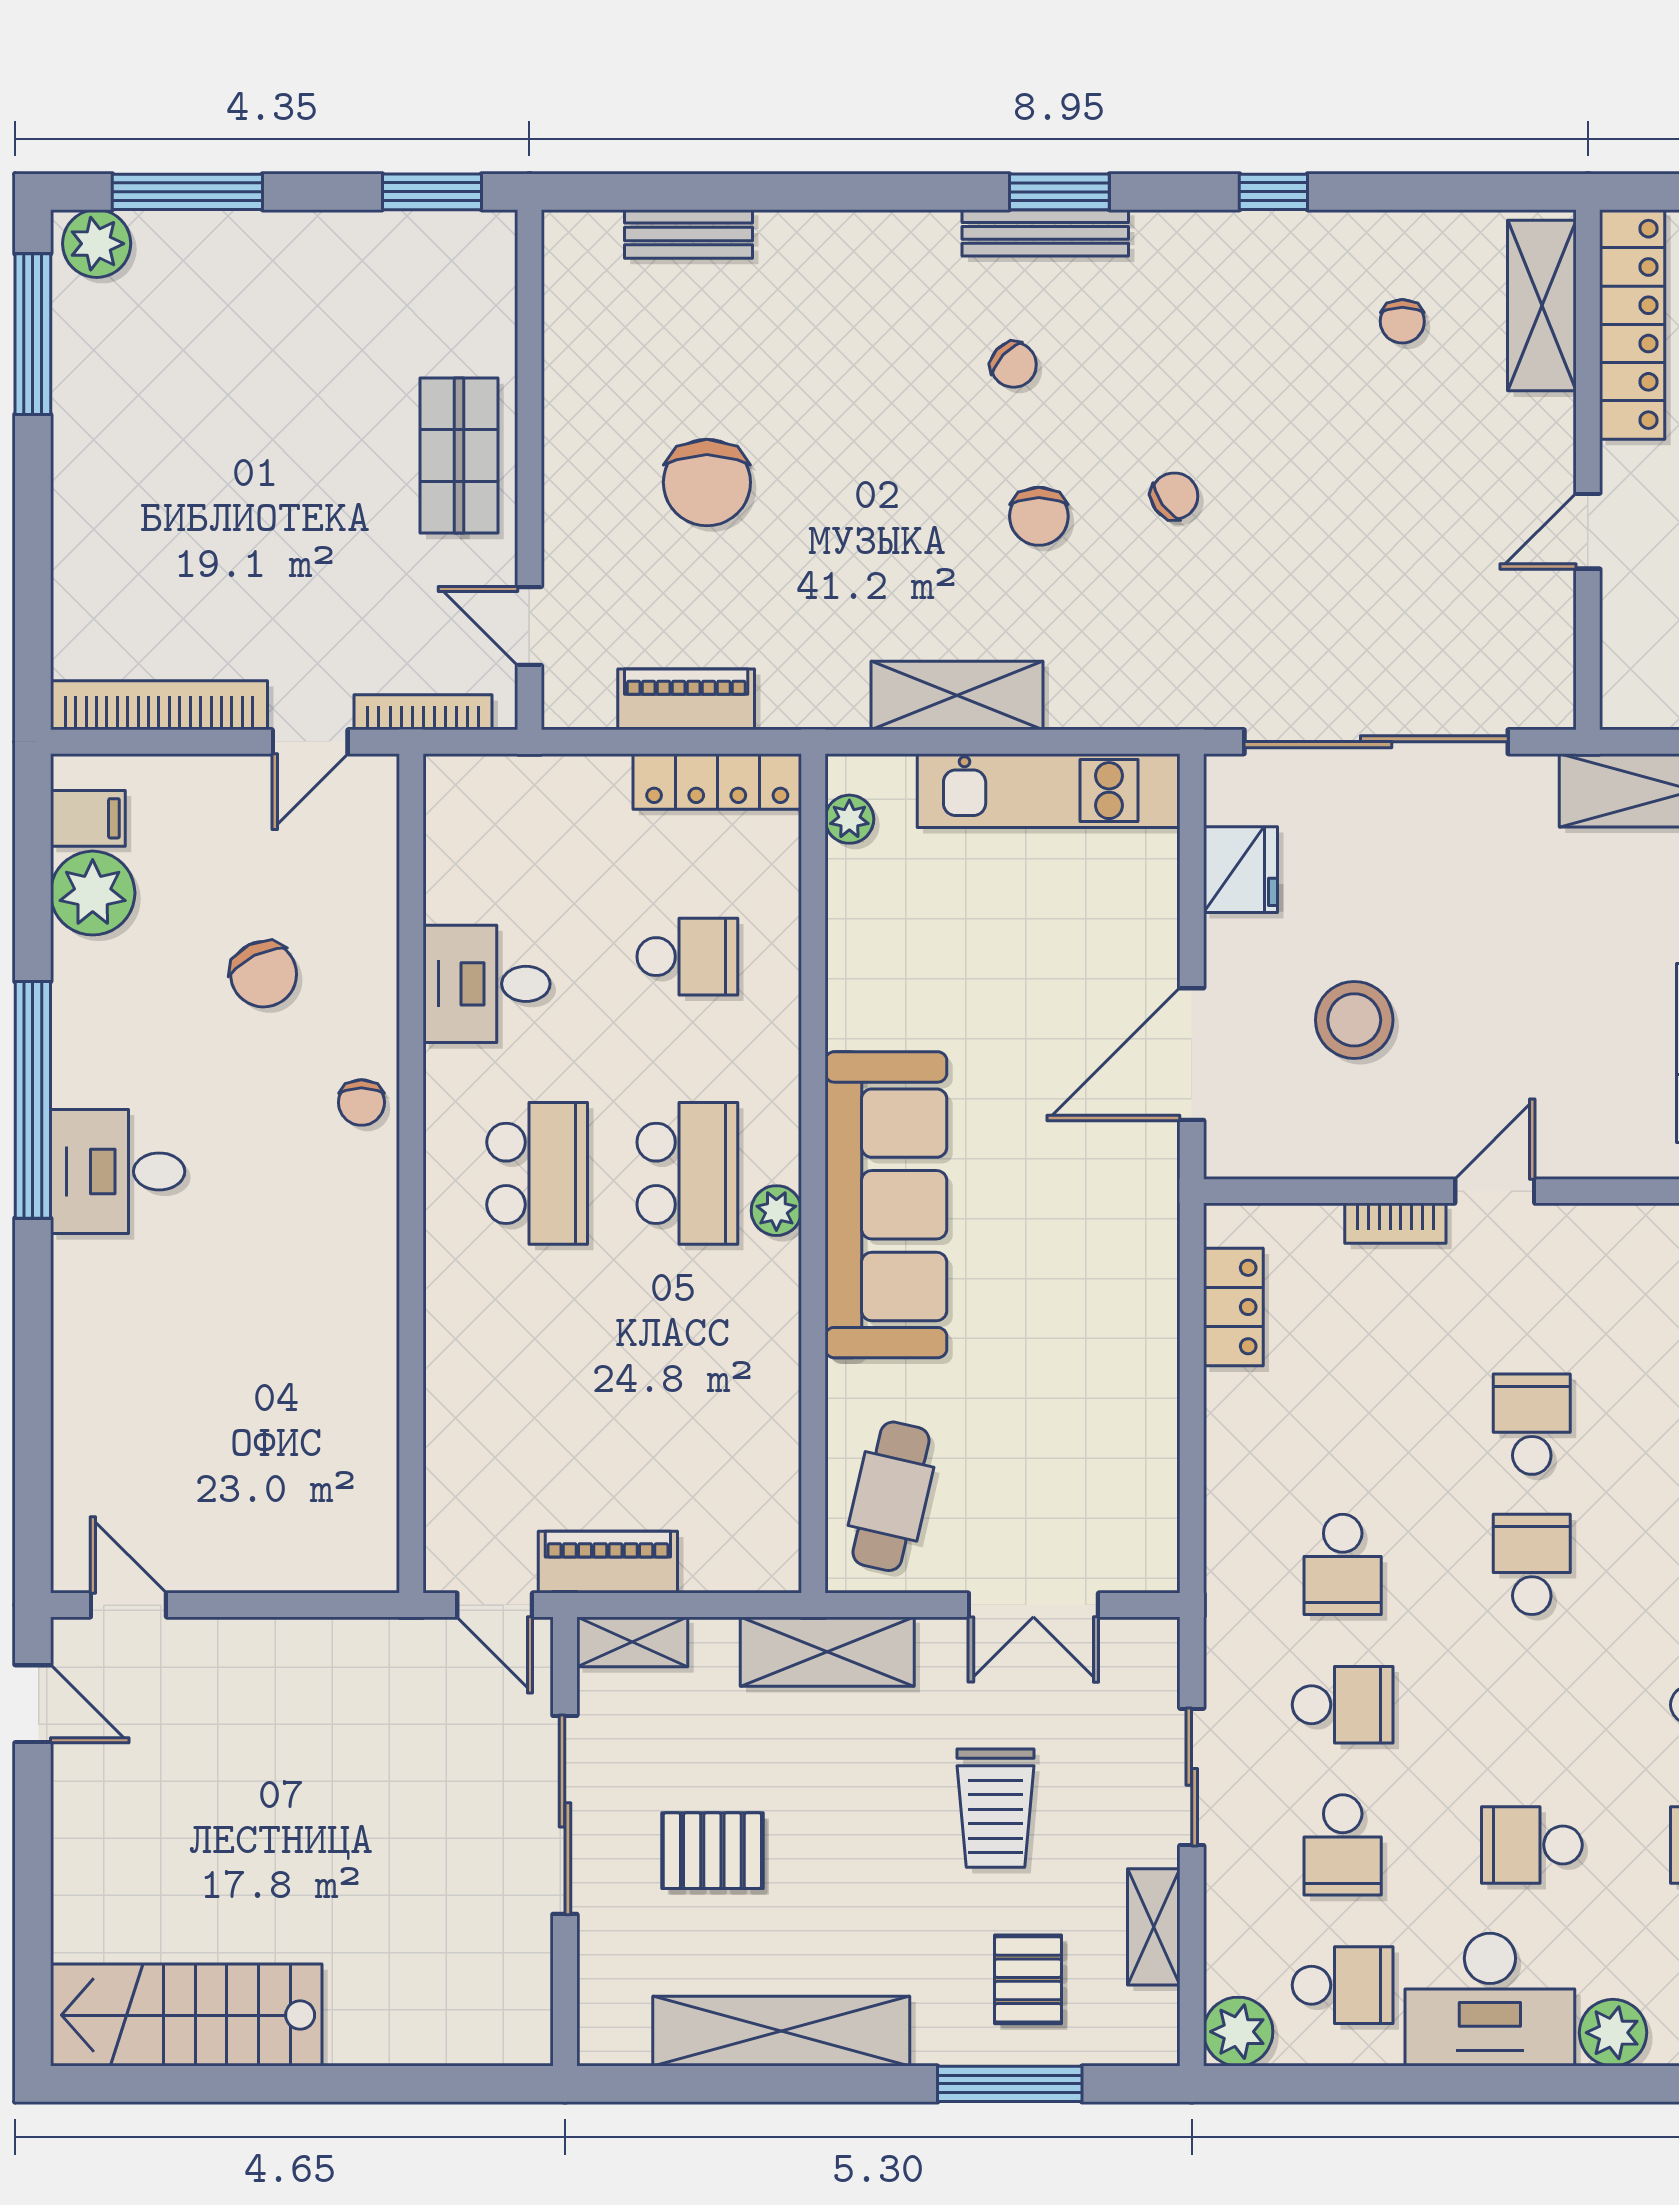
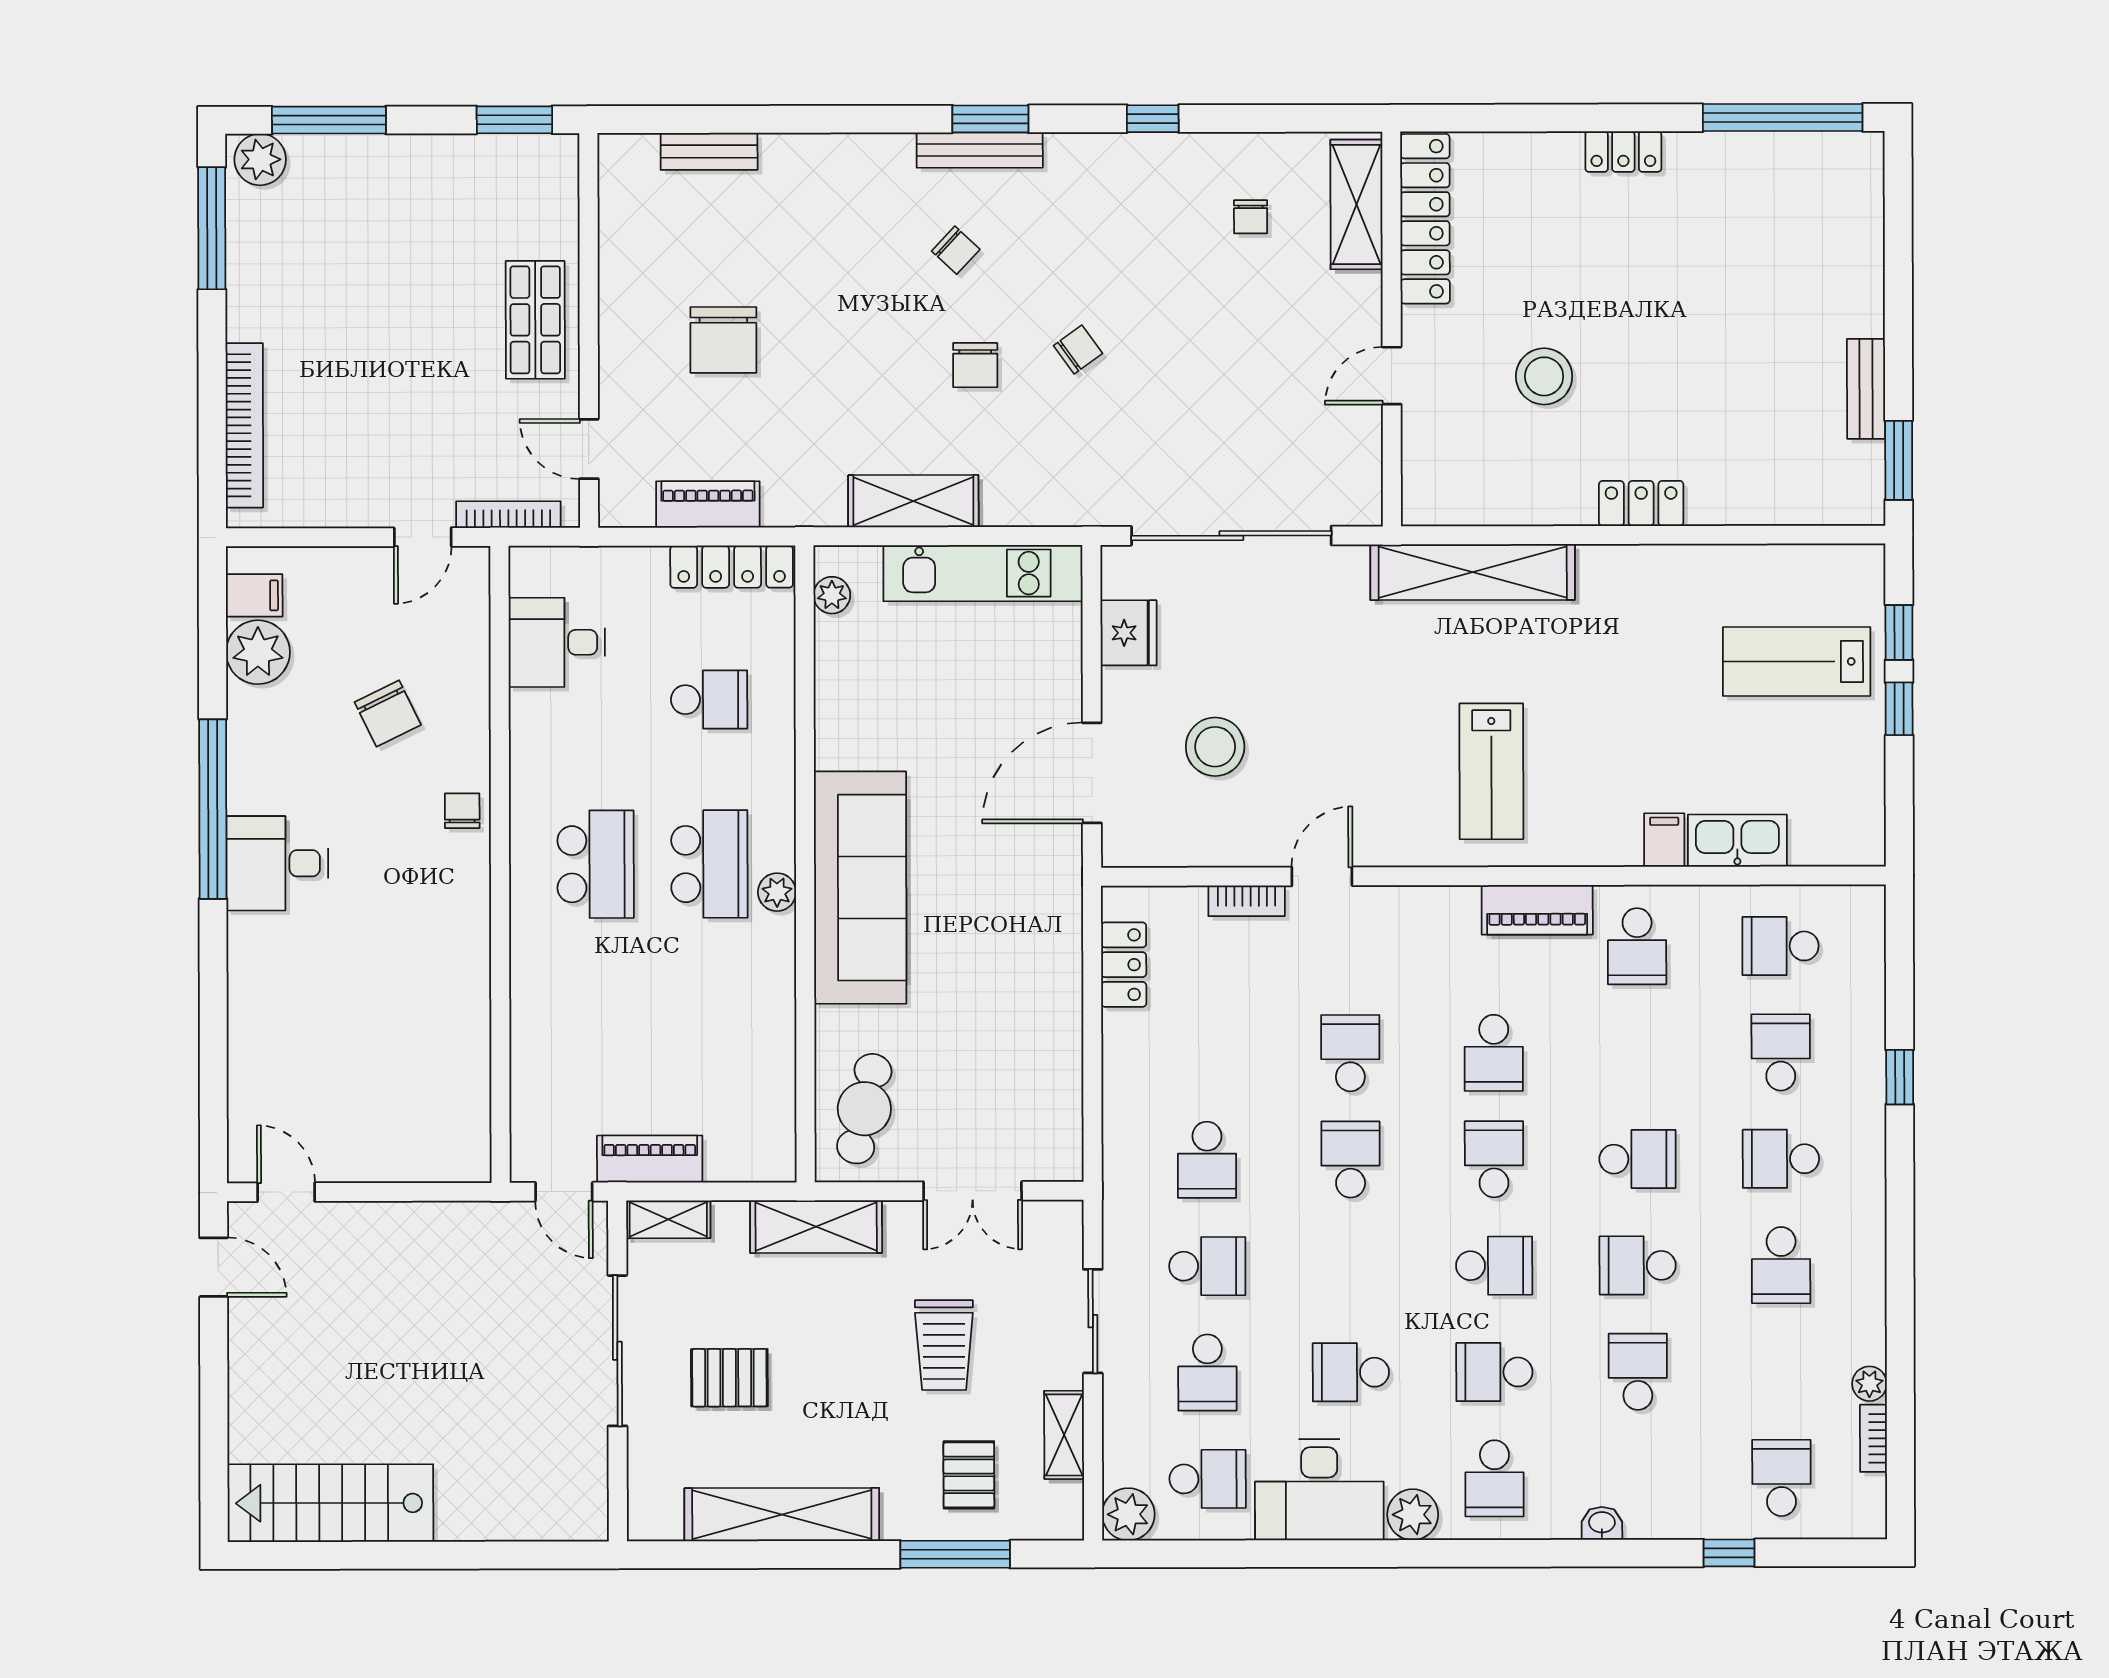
bookcase: (159, 705) -> (244, 425), moved, turned 90
desk: (486, 984) -> (557, 642), moved
chair: (361, 1103) -> (462, 811), turned 180

